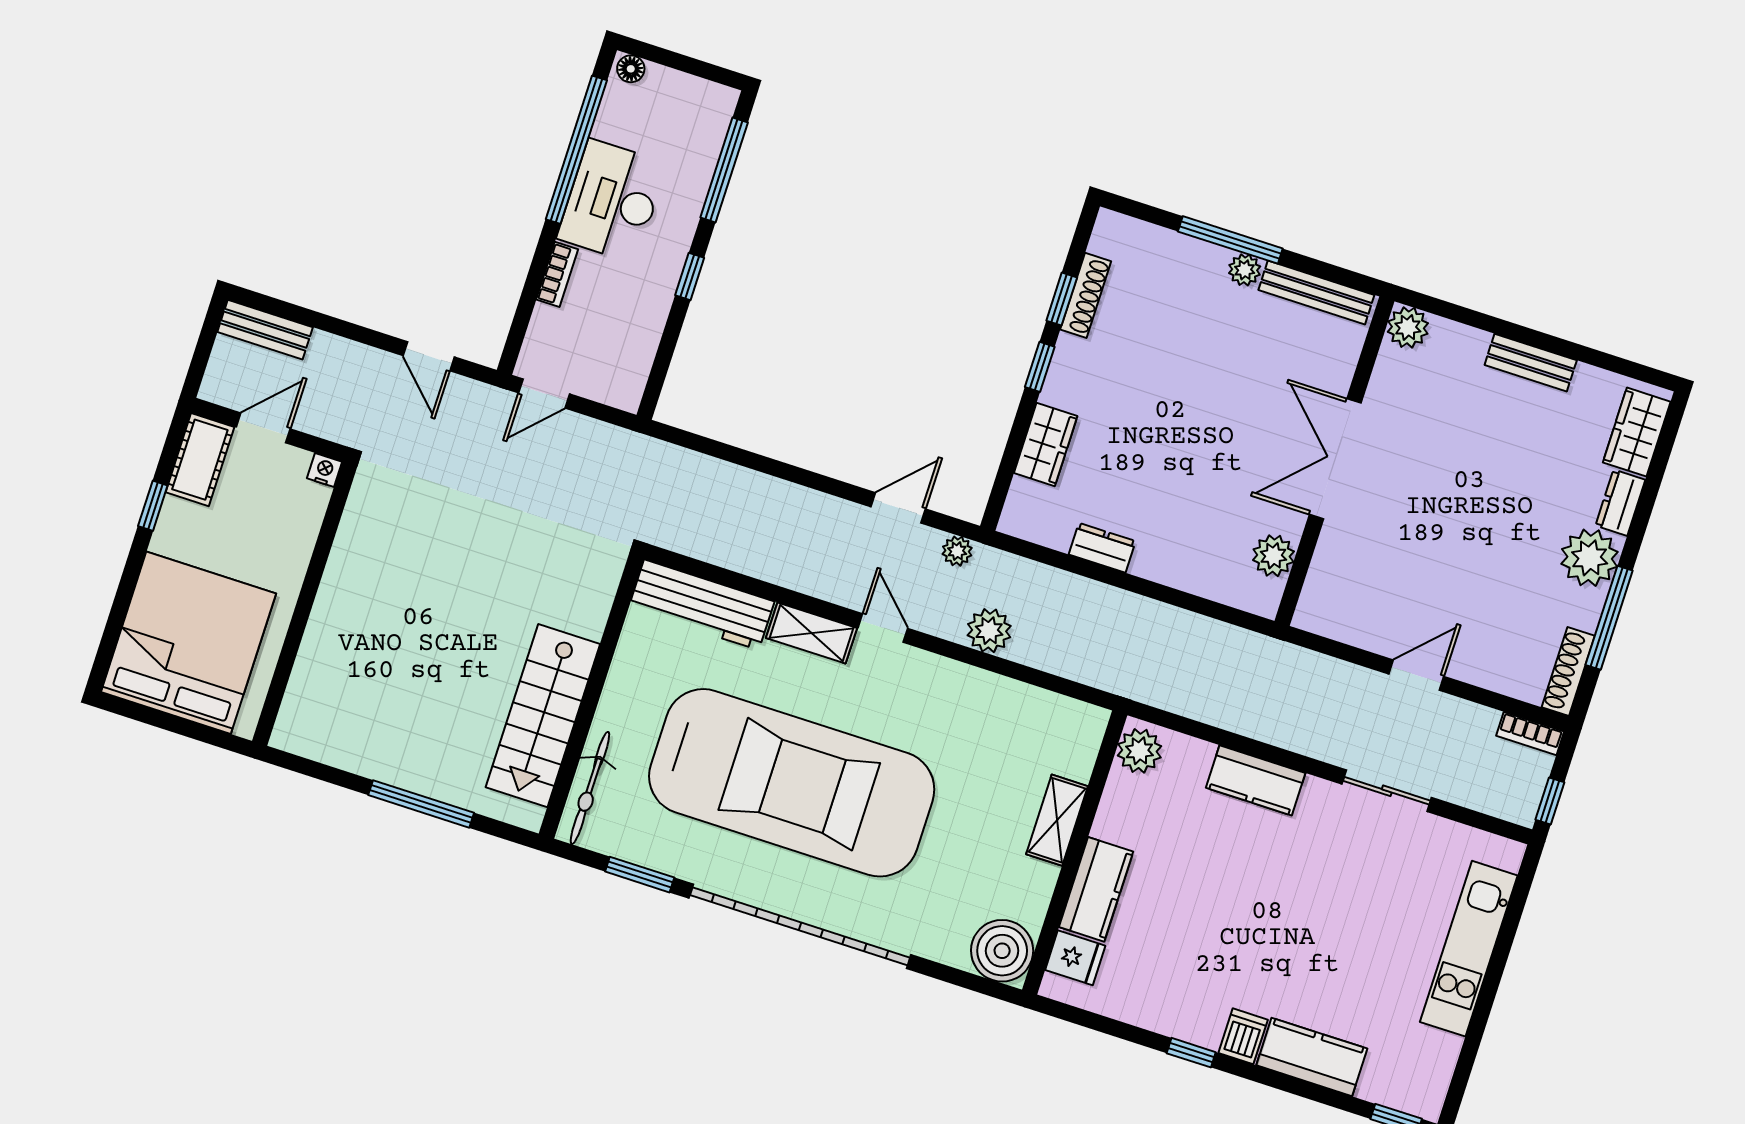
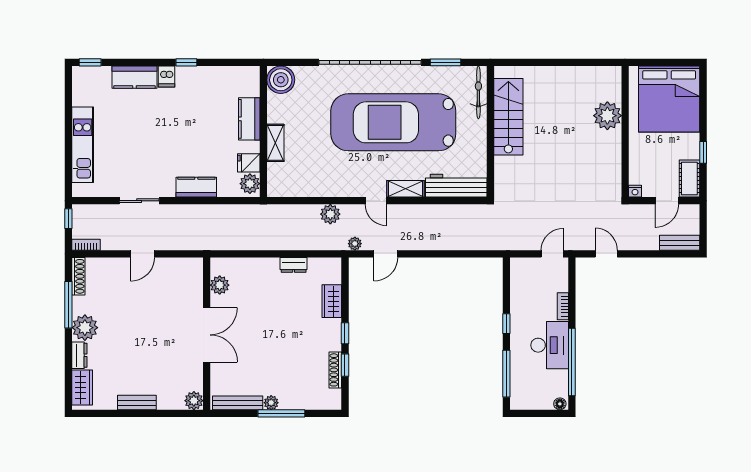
plant: (331, 650) -> (607, 116), added
window: (421, 804) -> (548, 62), removed
fridge: (1075, 958) -> (249, 163), moved

